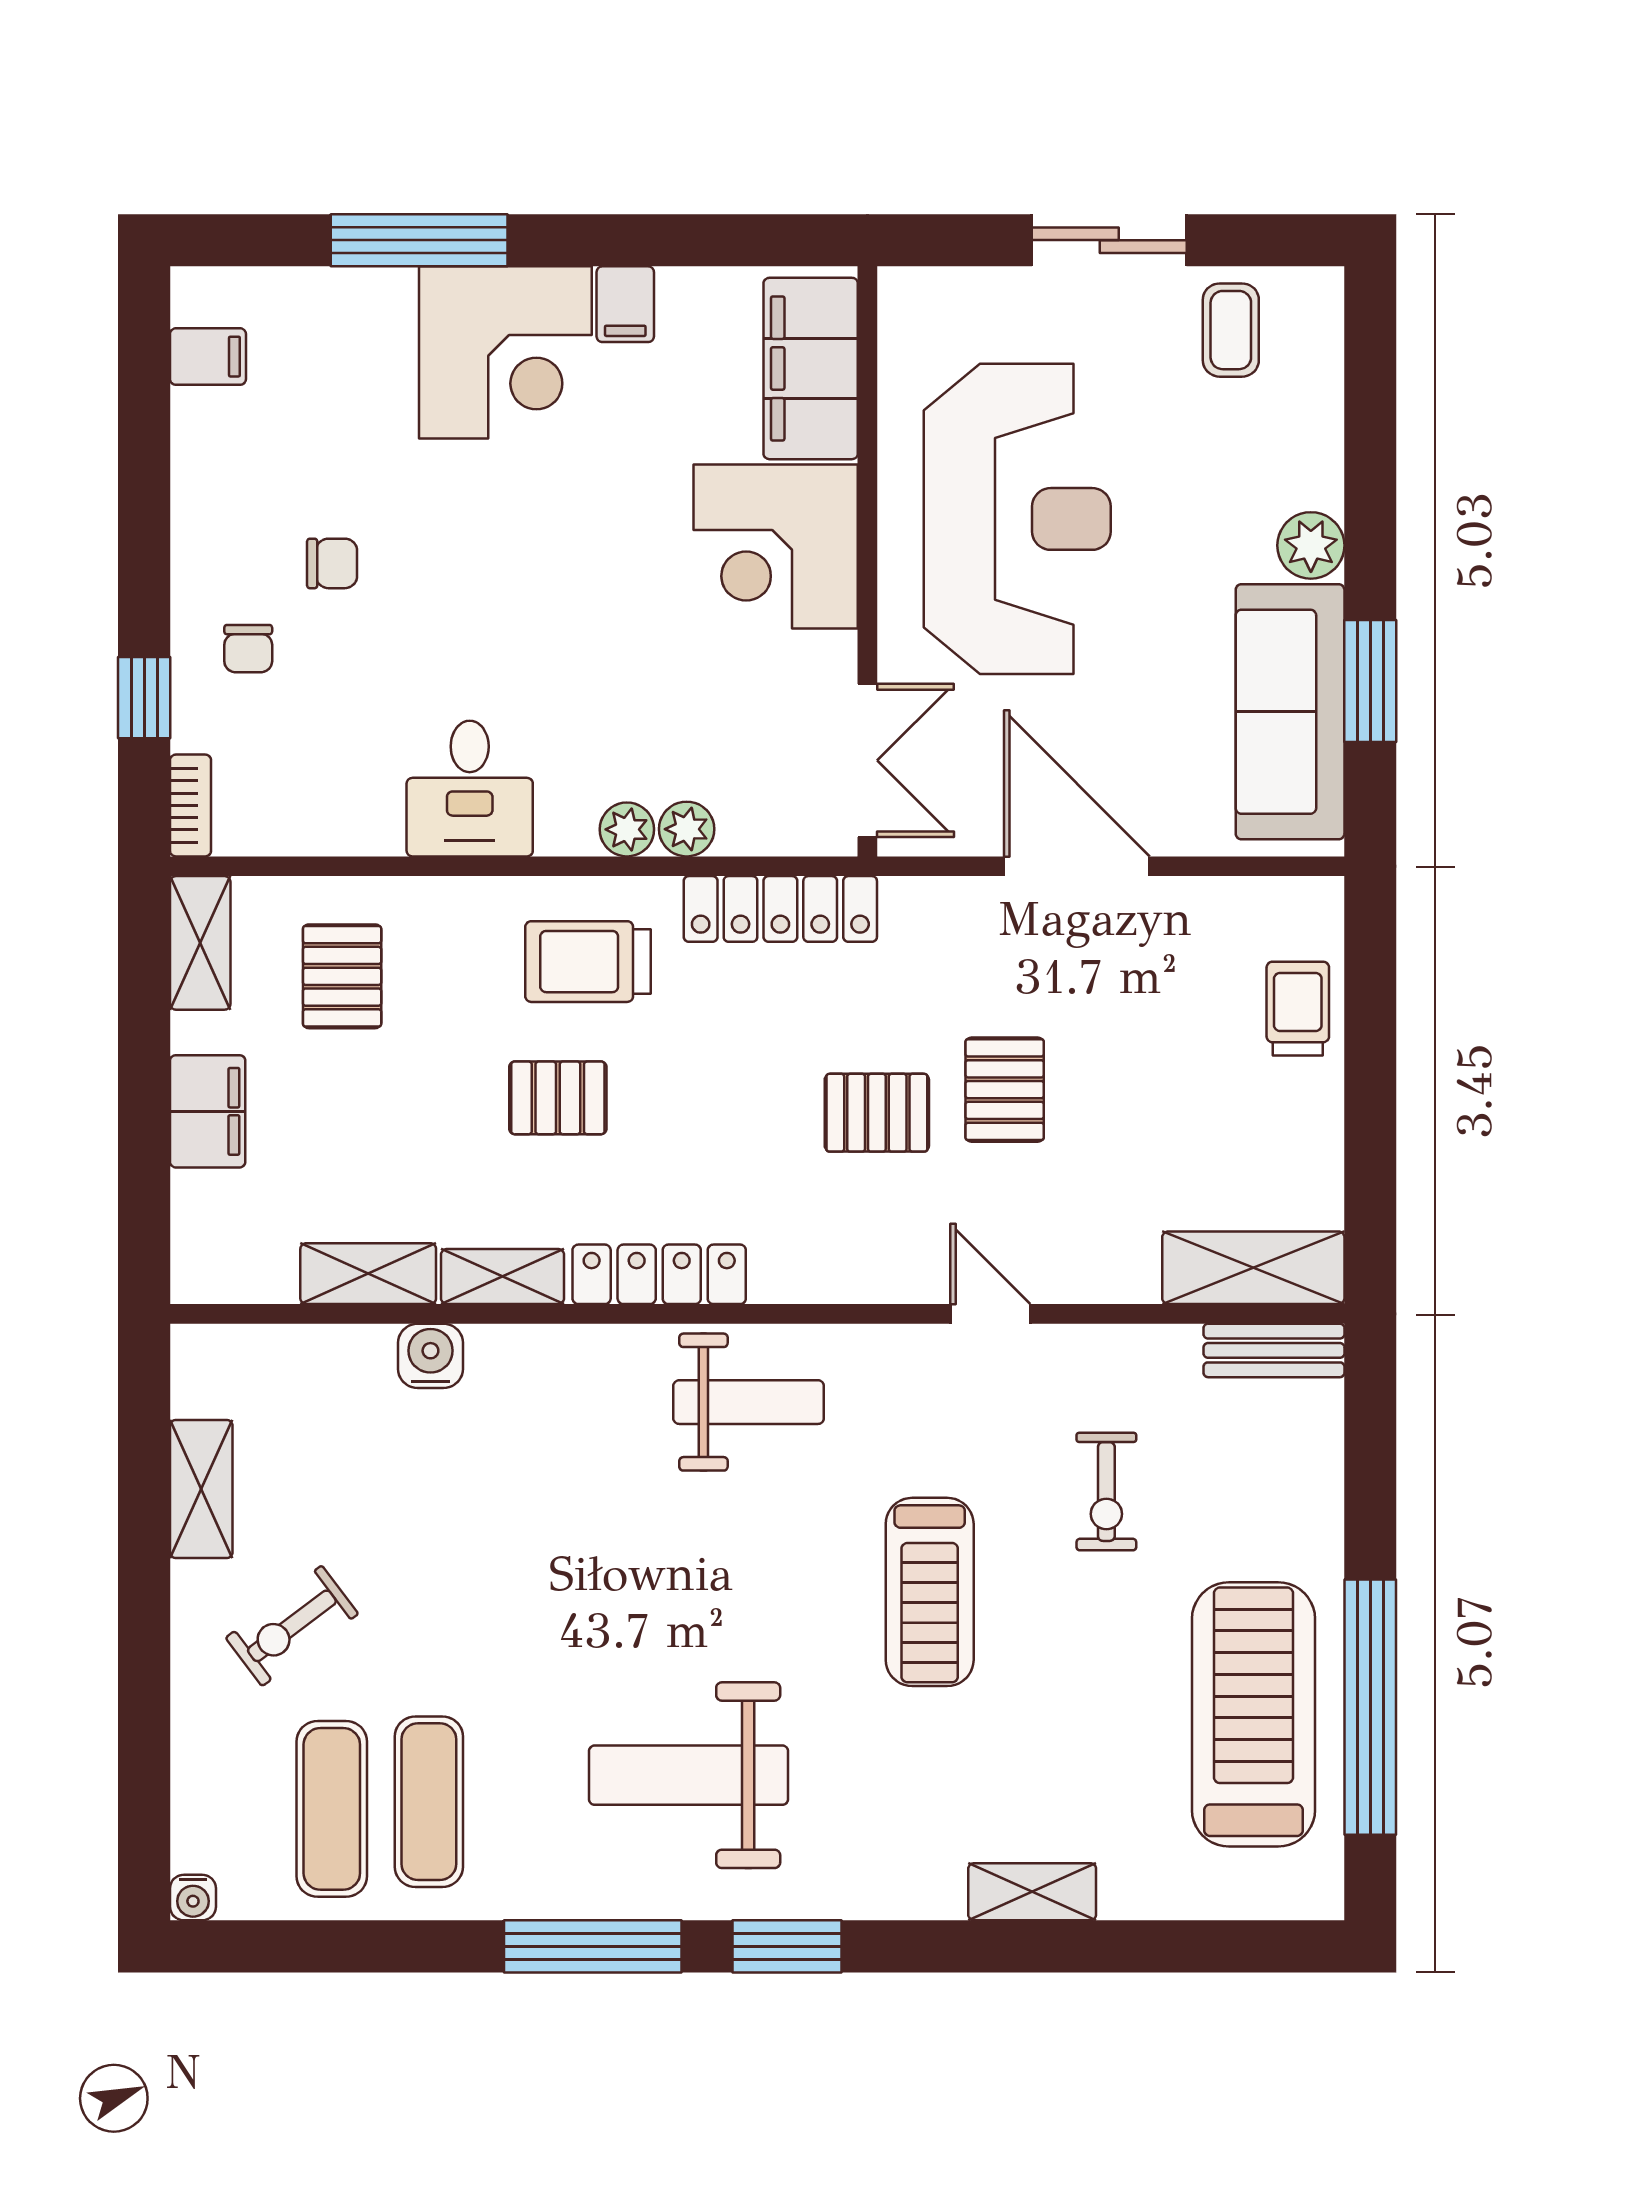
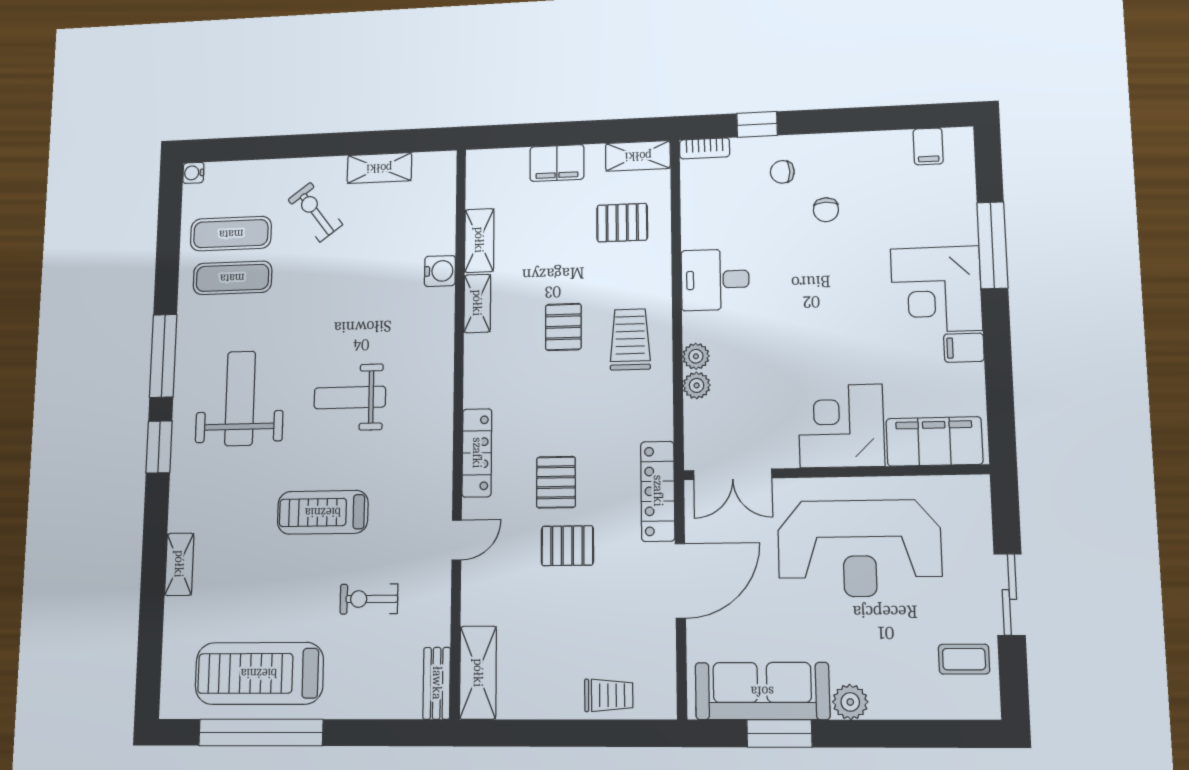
locker: (780, 909) -> (658, 491), moved
locker: (659, 1274) -> (477, 453), moved
weight bench: (749, 1402) -> (350, 397), moved, turned 90
treadmill: (1254, 1714) -> (259, 673), turned 180

